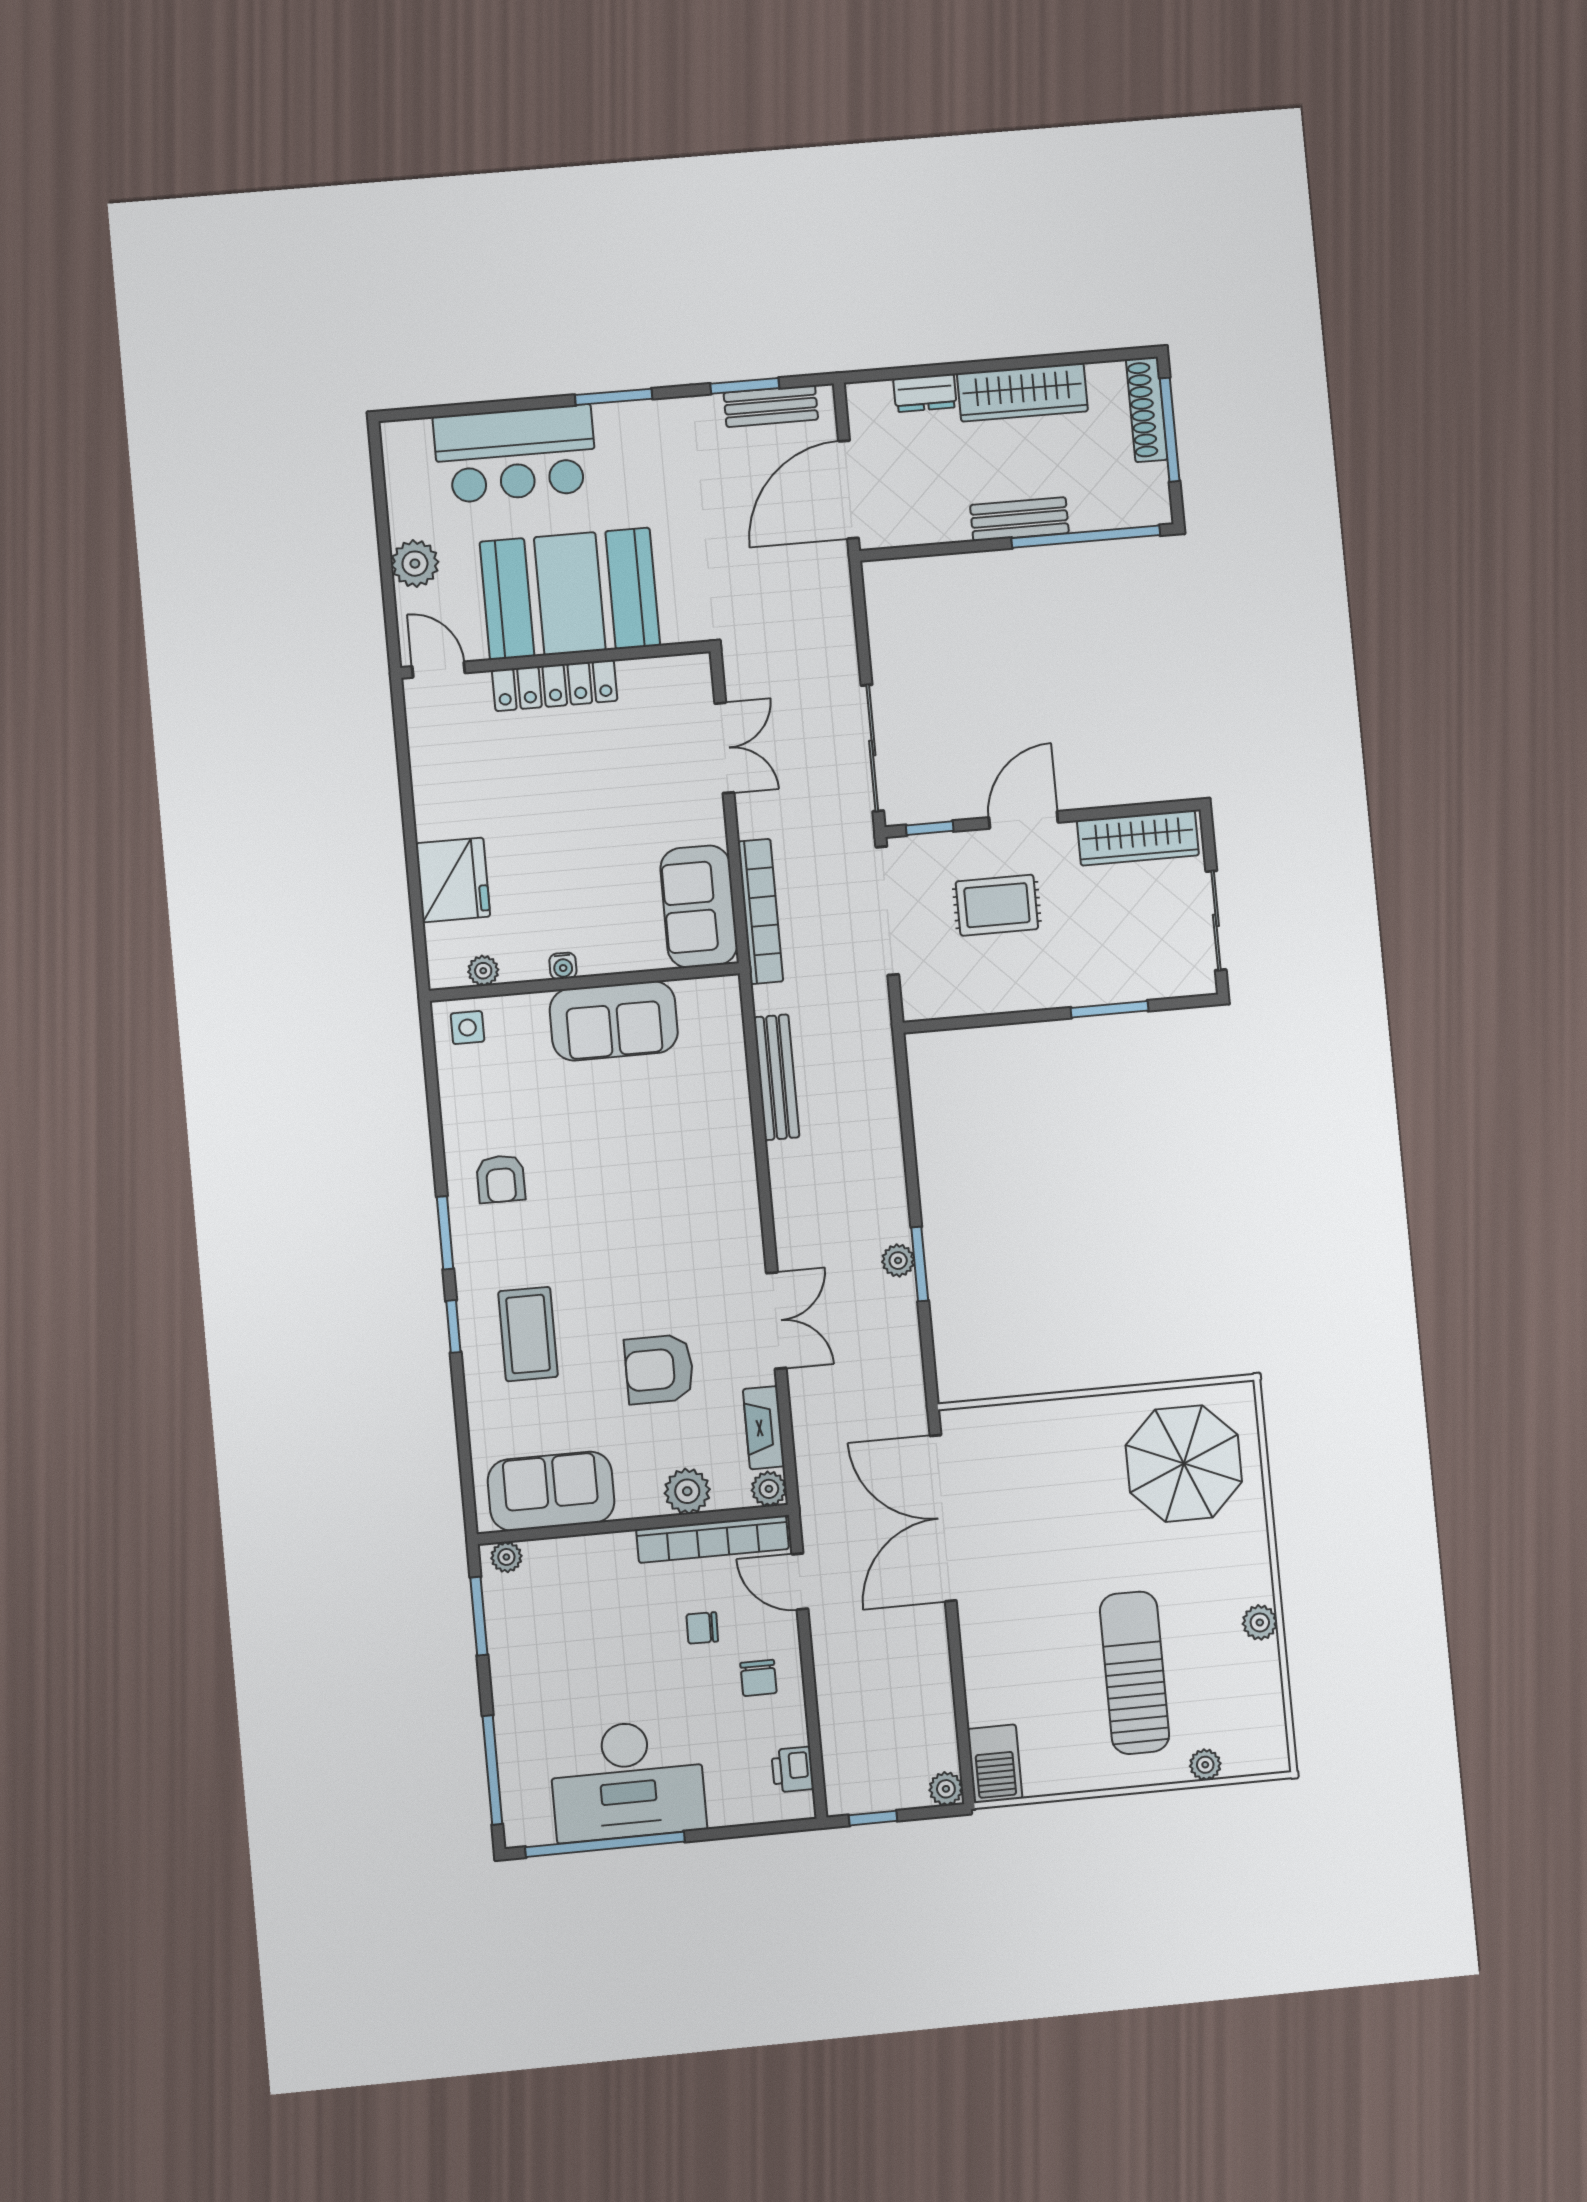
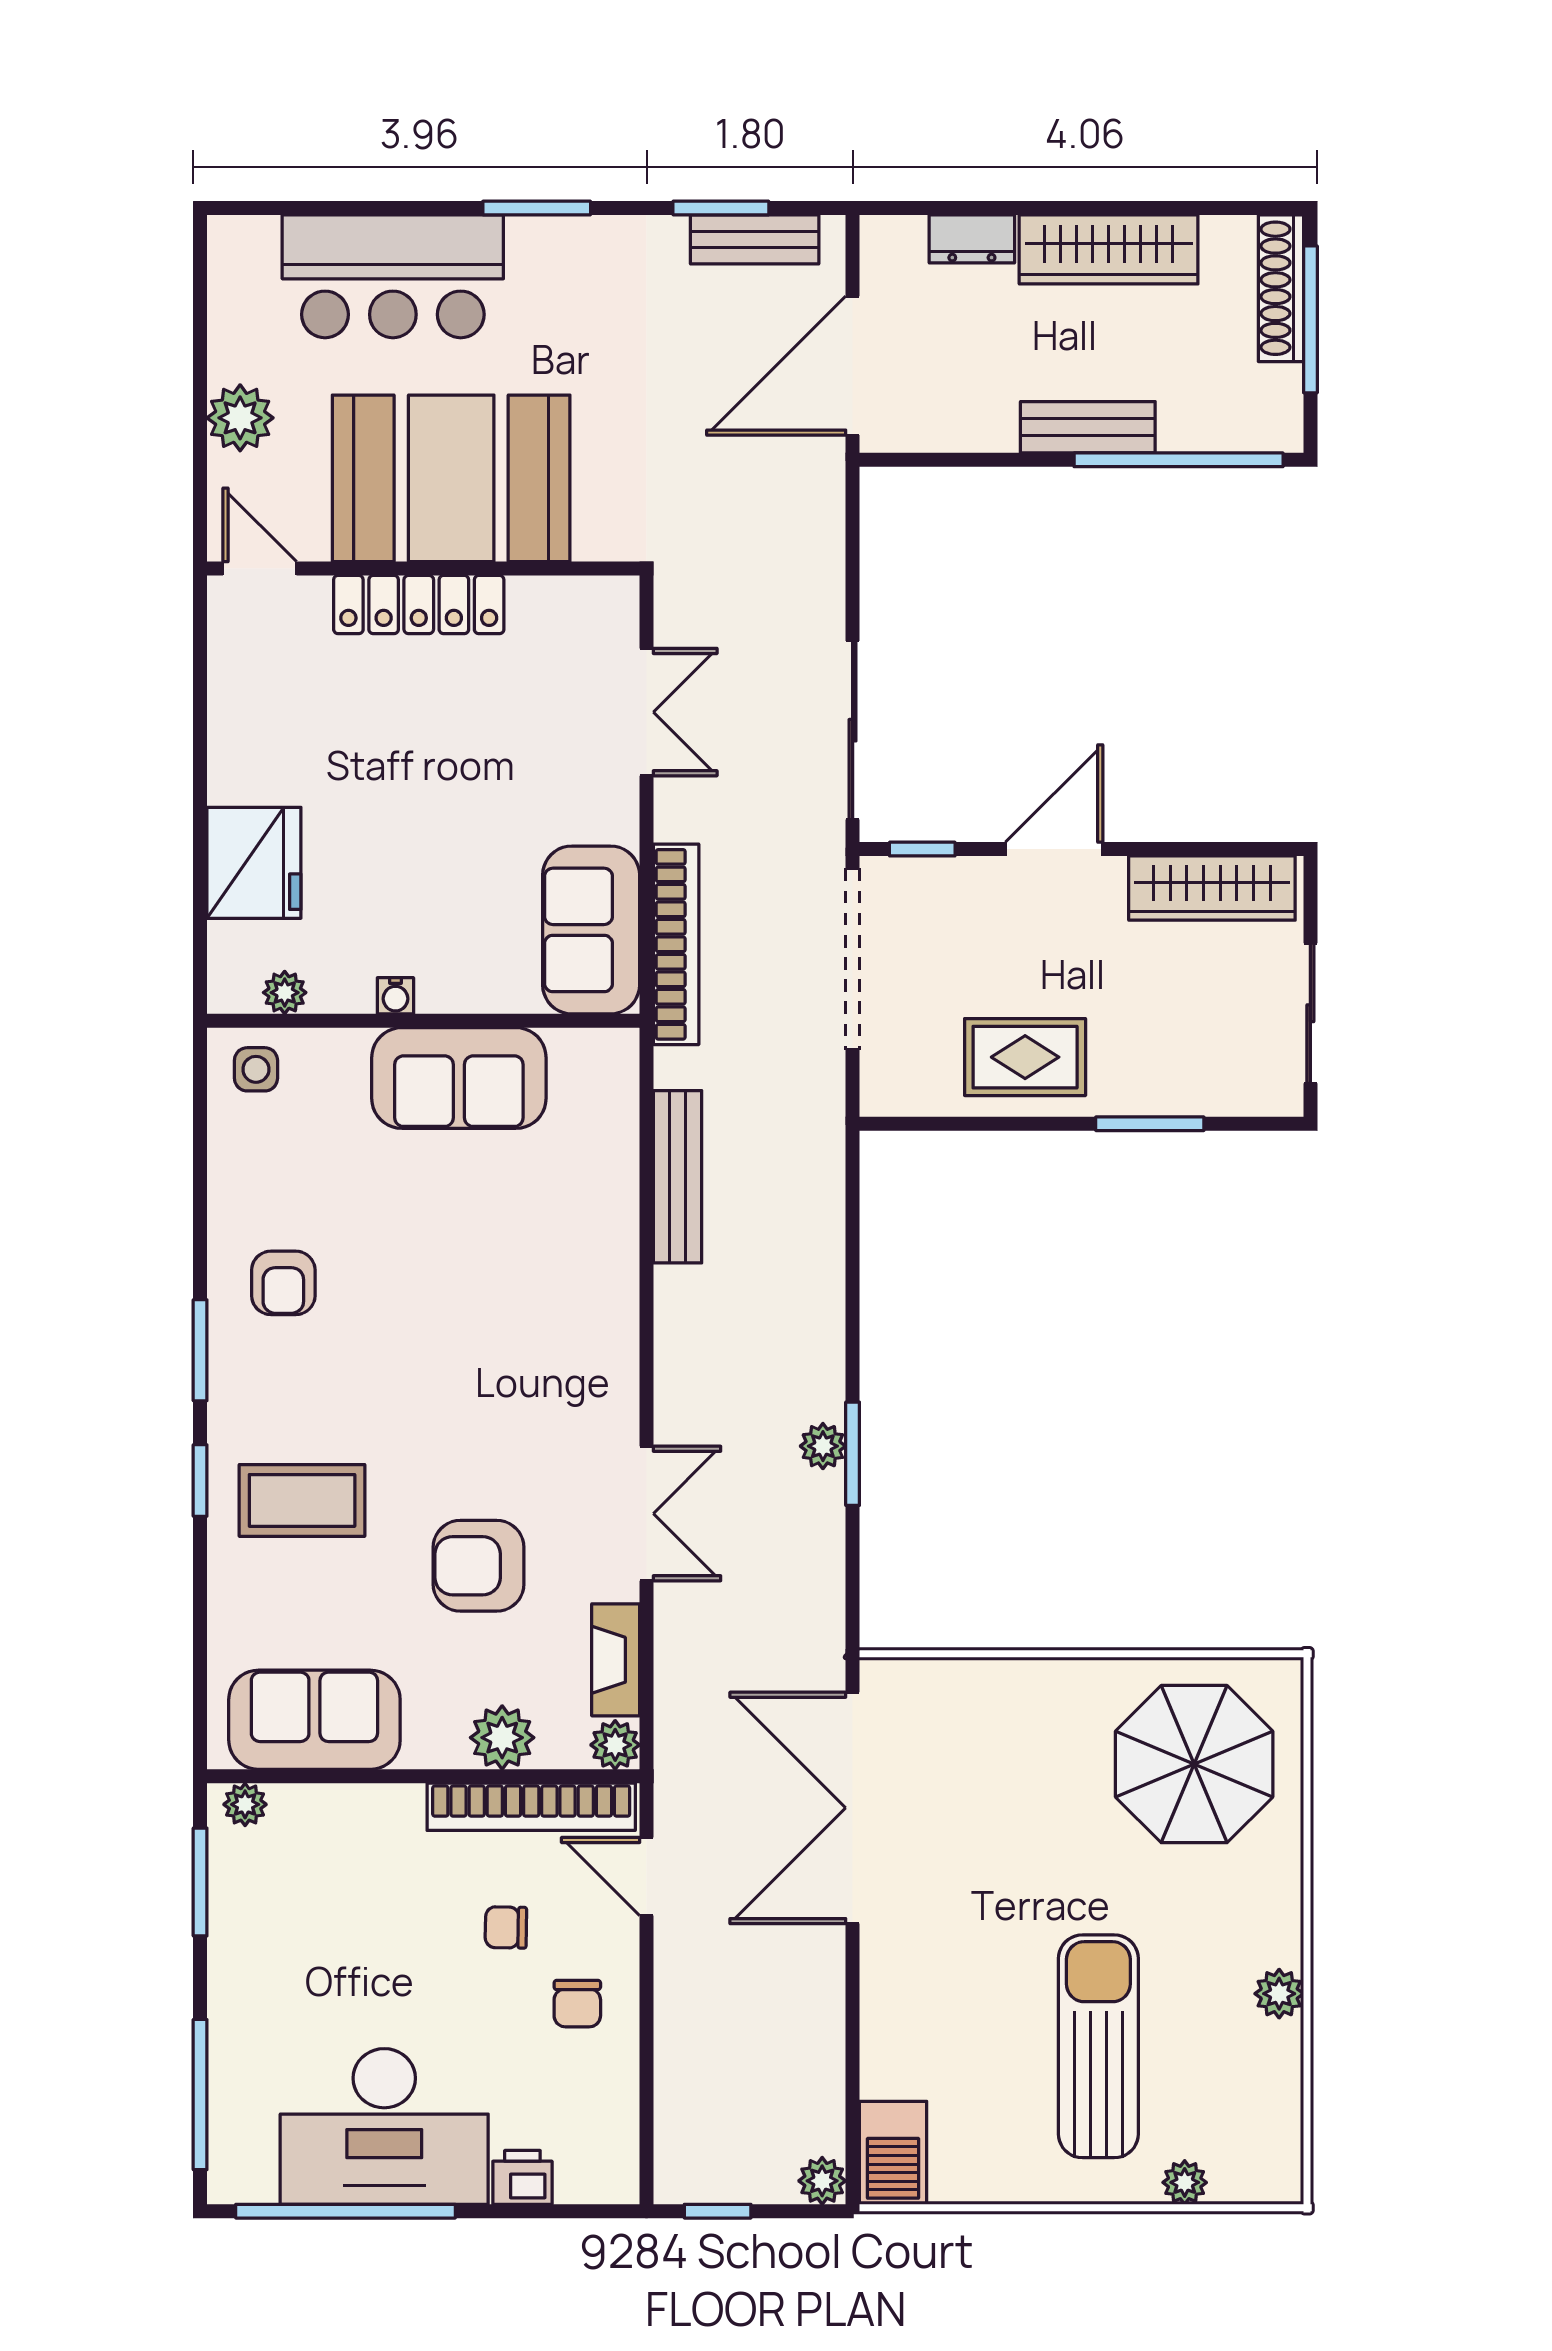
rug: (997, 905) -> (1025, 1057), moved
coffee table: (528, 1334) -> (302, 1500), turned 90
printer: (792, 1770) -> (522, 2177), moved, turned 90

